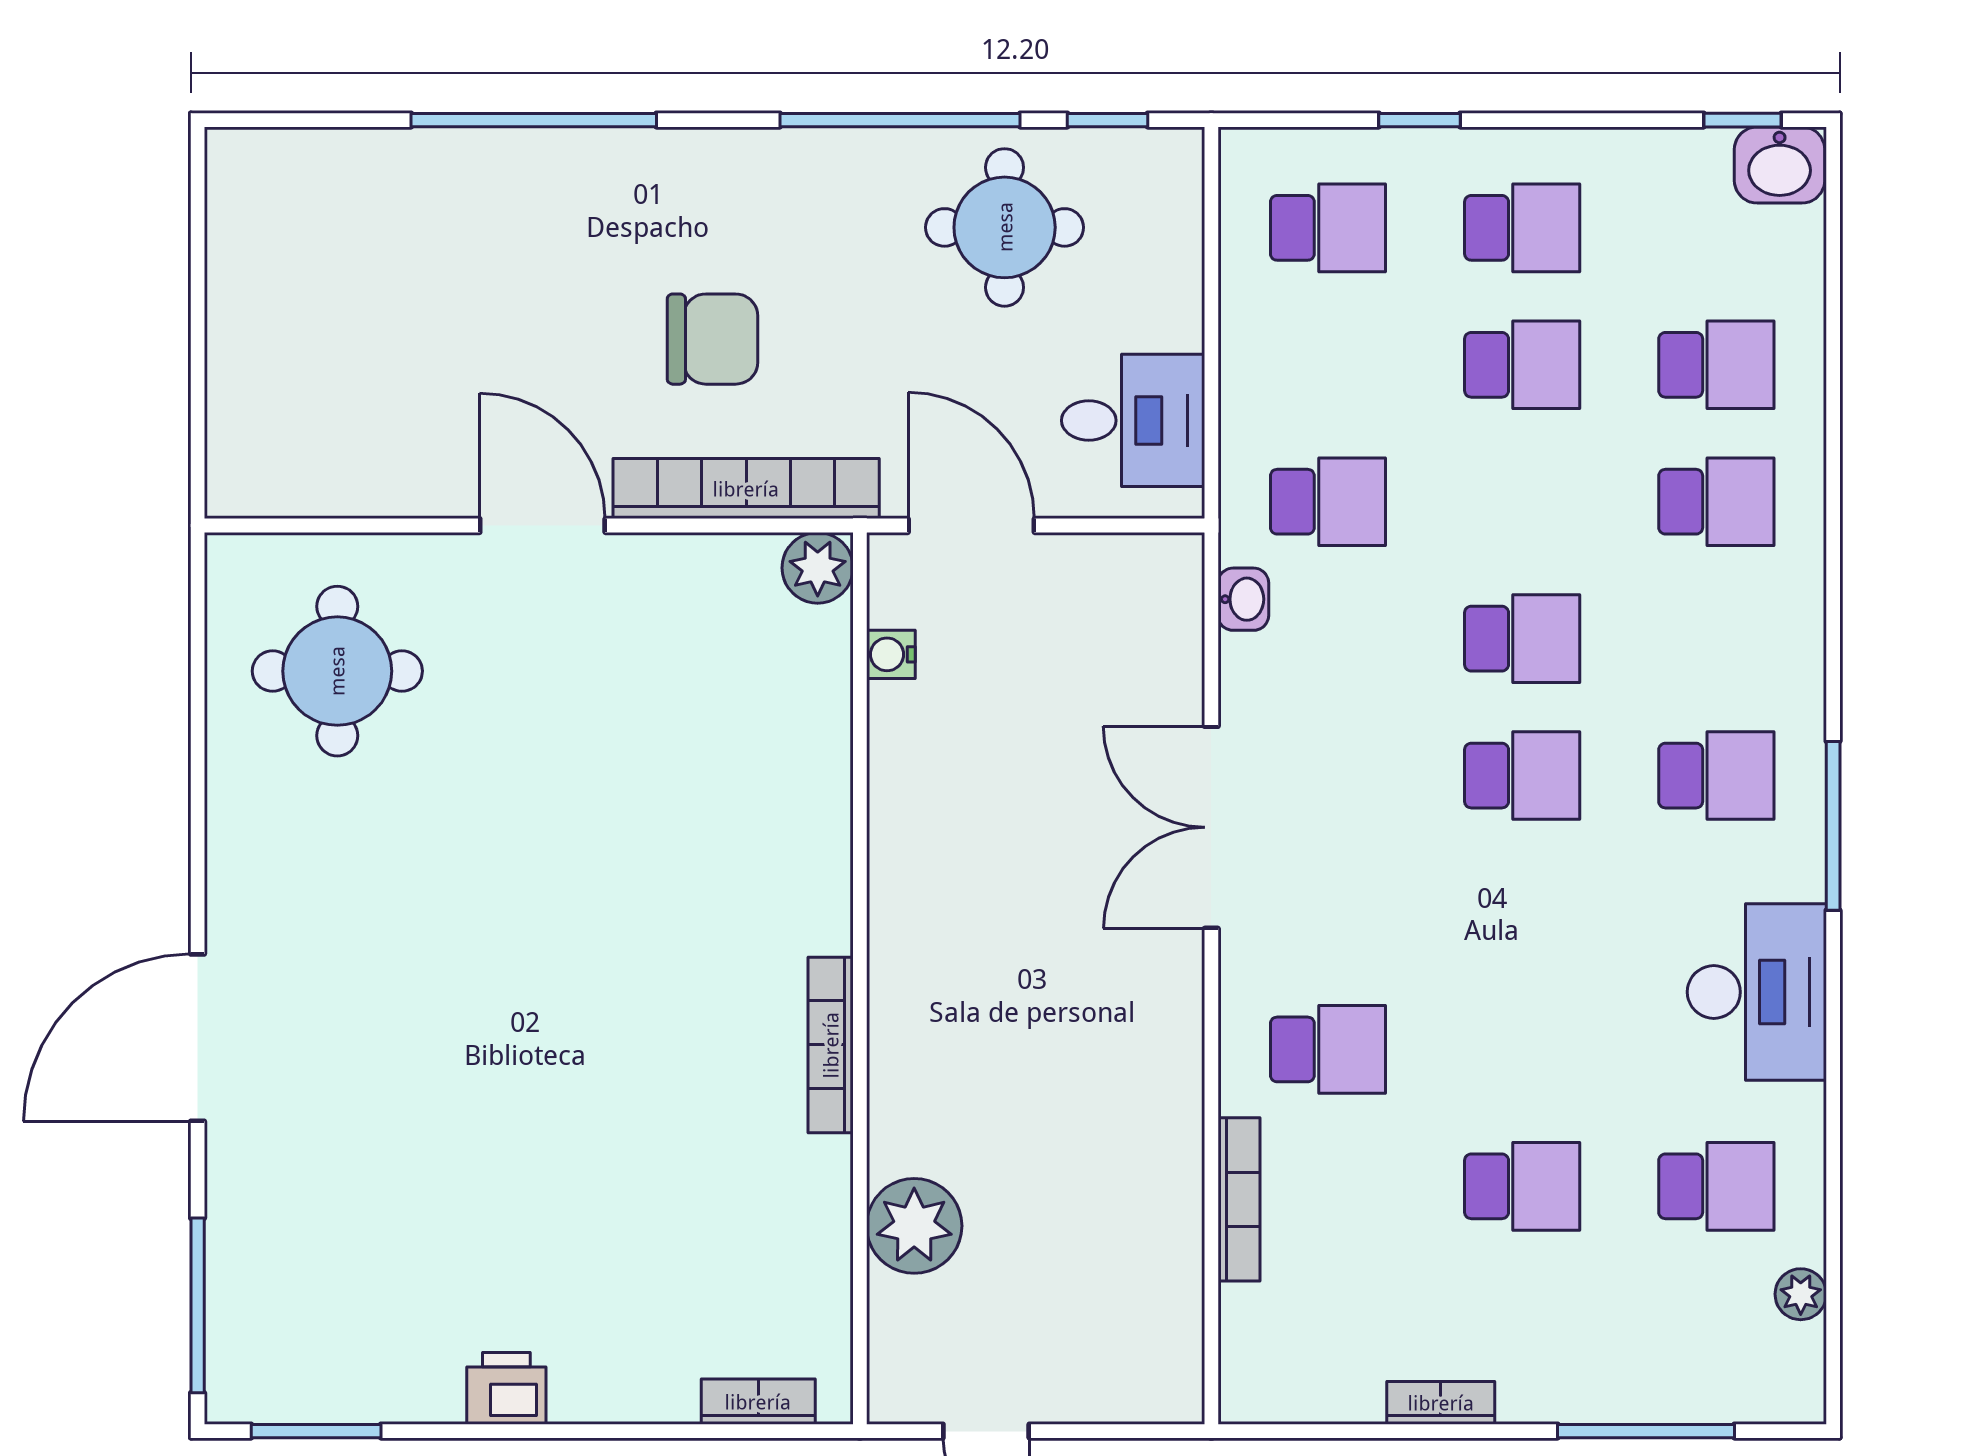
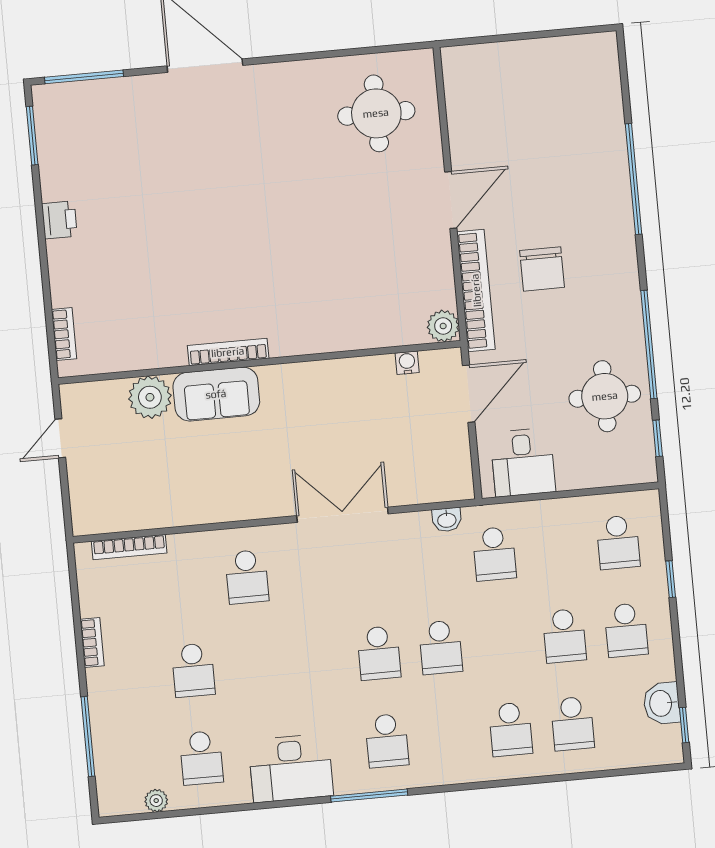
washbasin: (1780, 165) -> (662, 703), moved
sofa: (921, 1079) -> (216, 394), added
bookcase: (1239, 1199) -> (129, 547), moved

